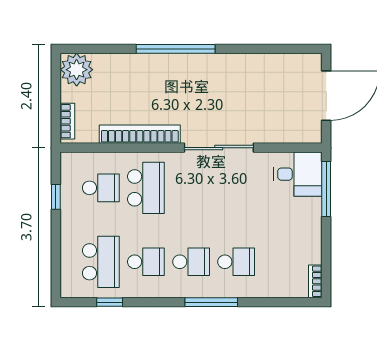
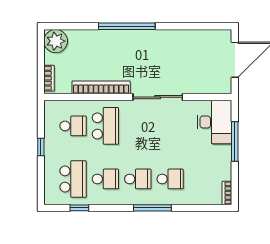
desk: (298, 174) -> (214, 122), width x1.37
window: (326, 189) -> (235, 142), moved
window: (56, 197) -> (41, 147), moved

